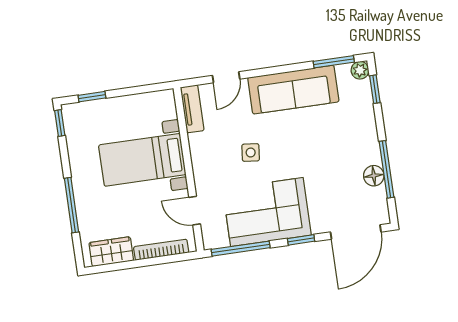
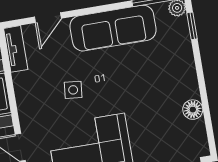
window: (387, 169) -> (205, 103), removed

